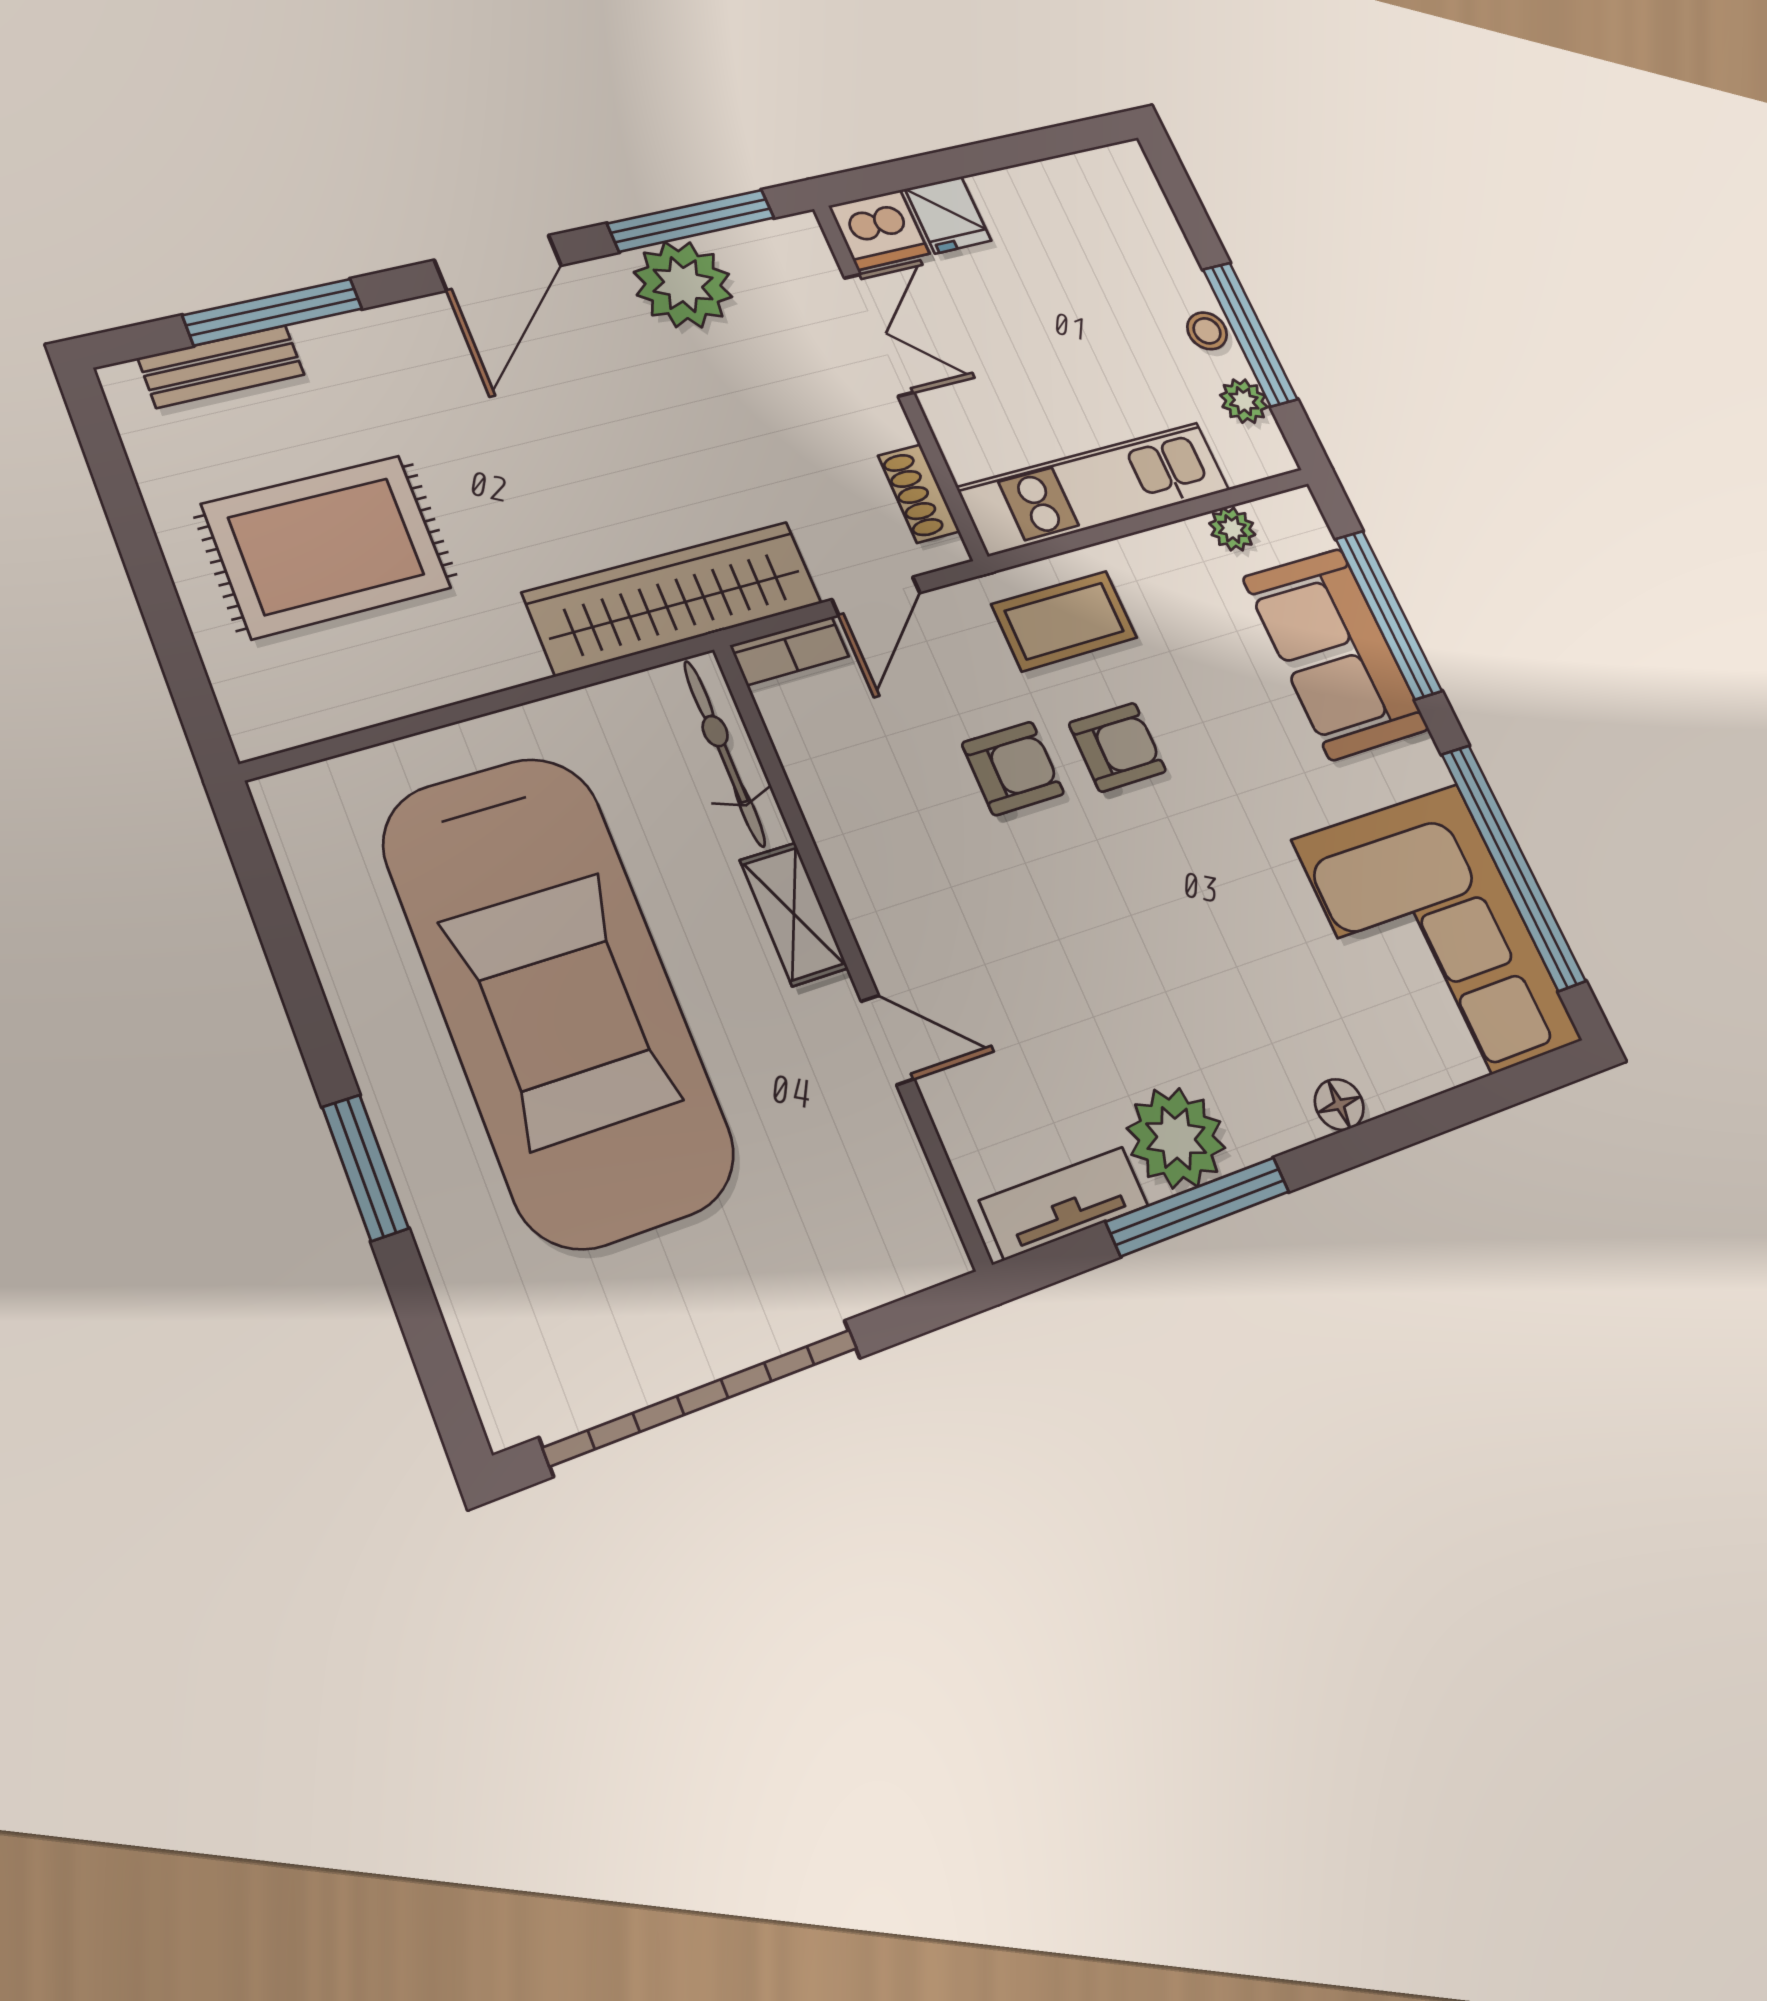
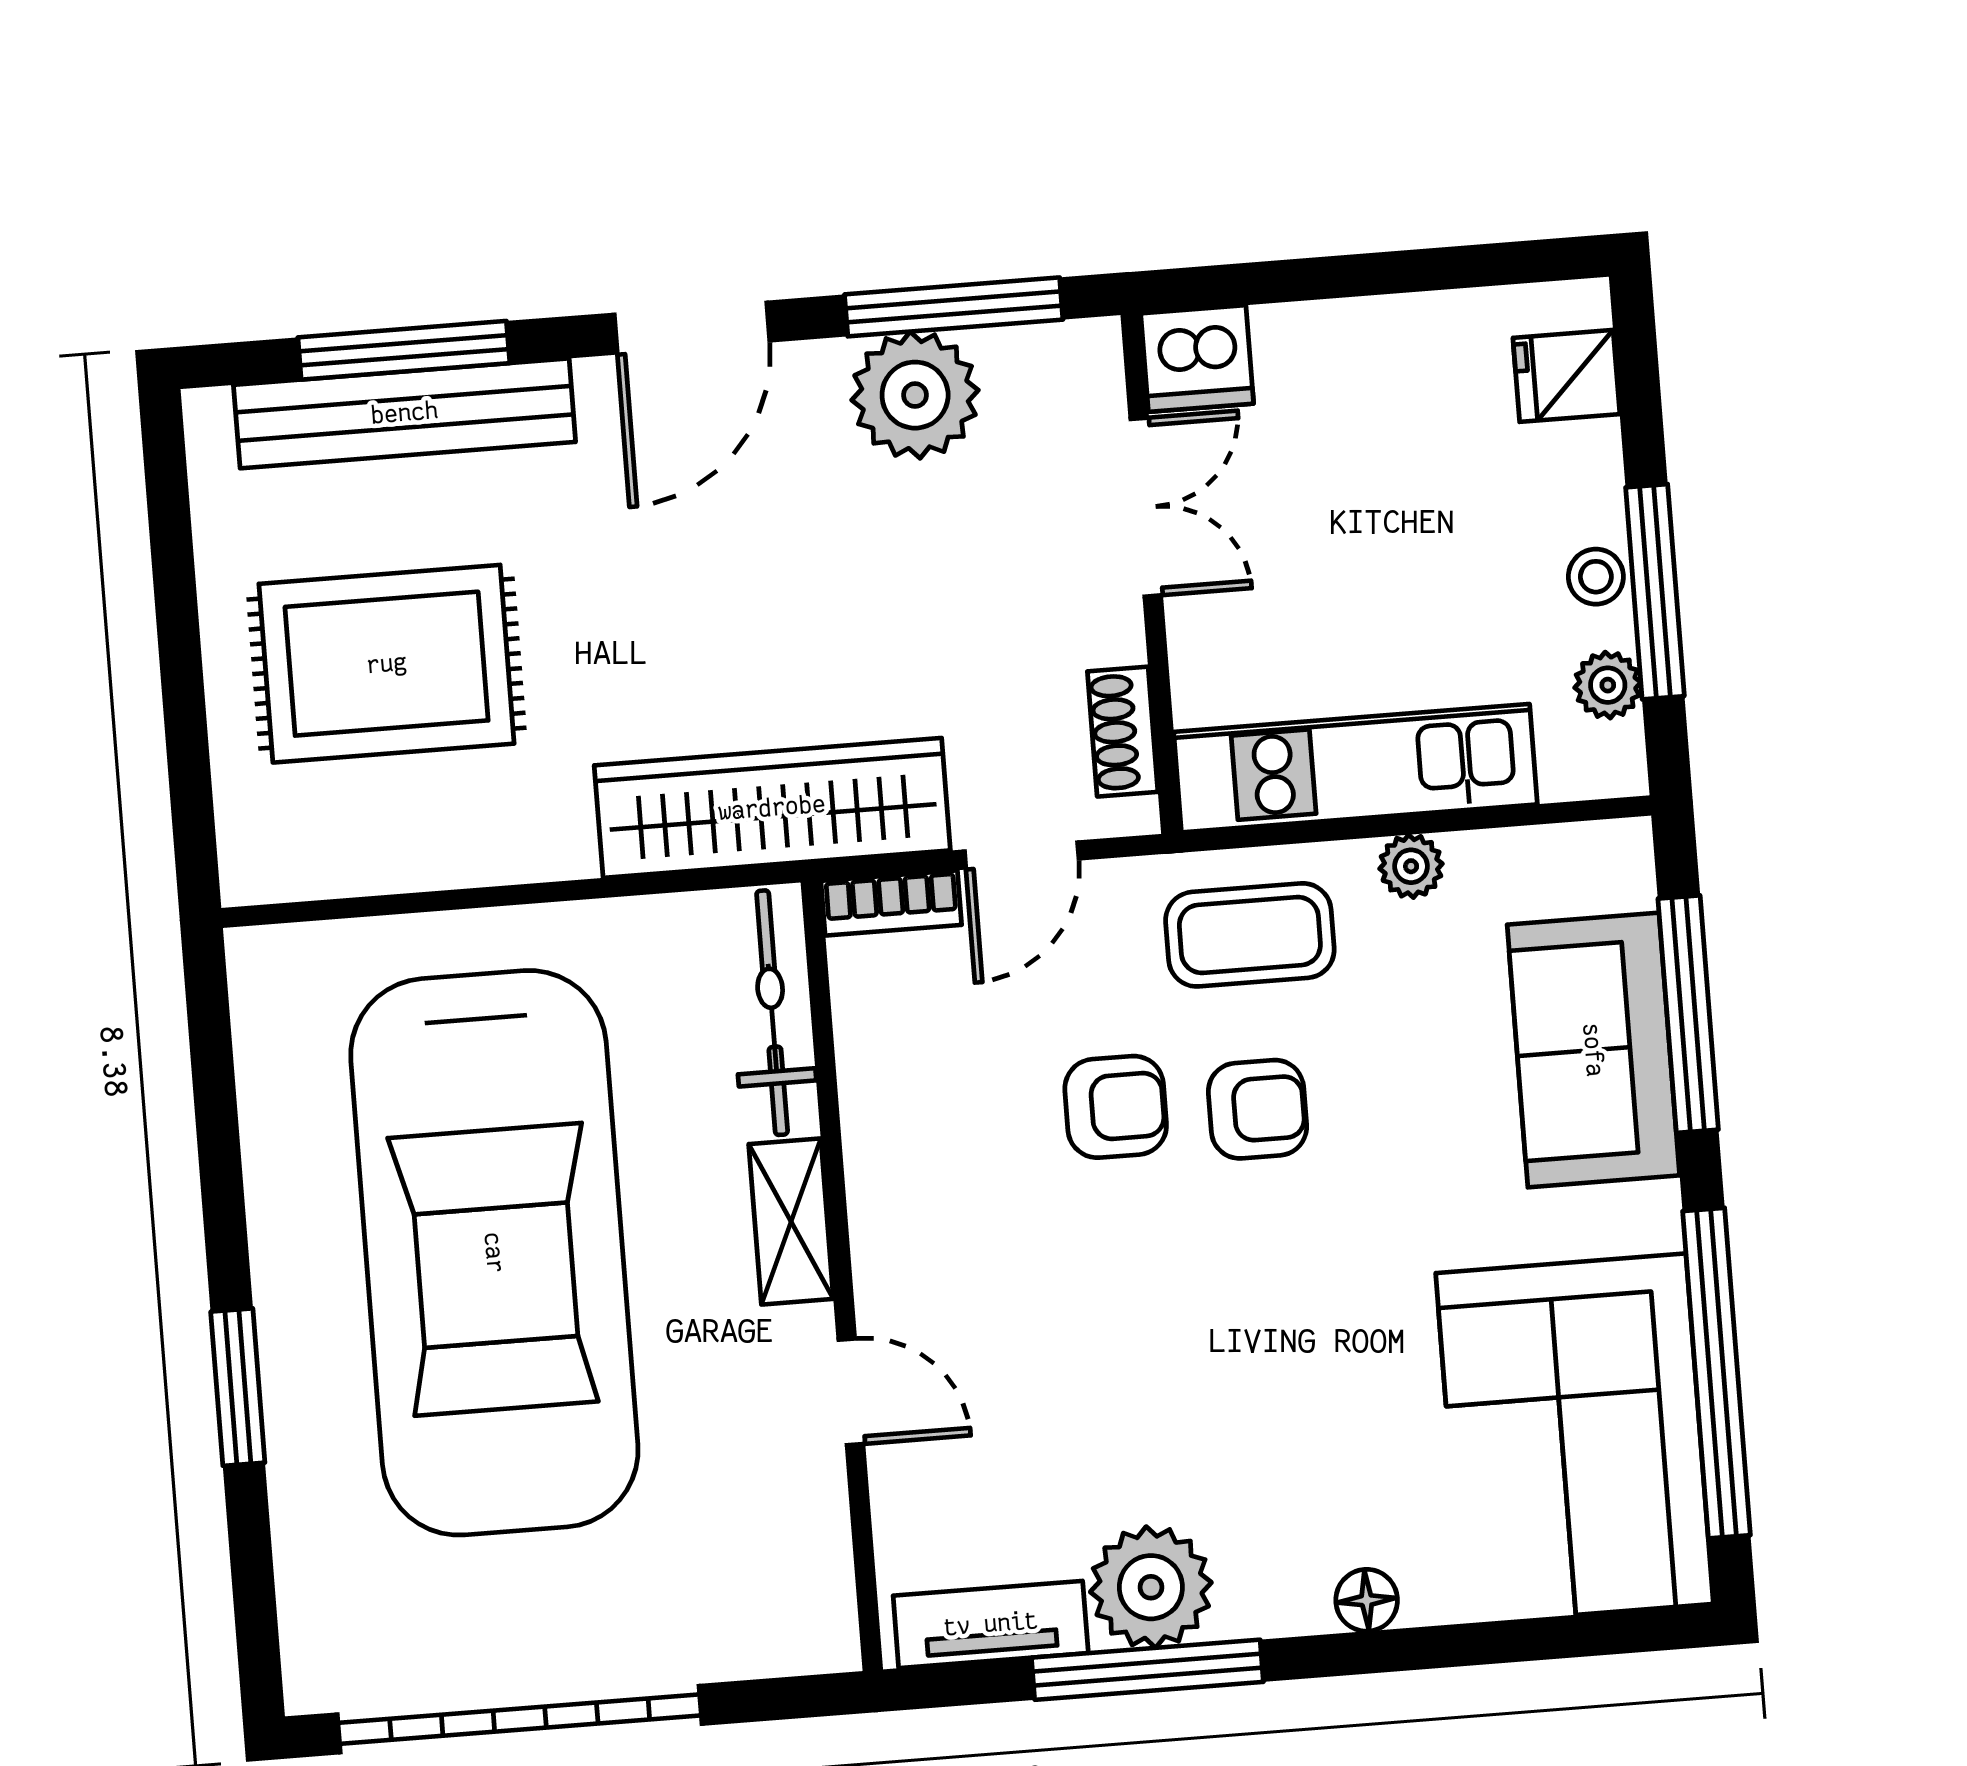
fridge: (948, 215) -> (1566, 376), moved, turned 90
bench: (221, 366) -> (405, 413), width x1.86, depth x1.21
plant: (1232, 529) -> (1411, 866), moved

